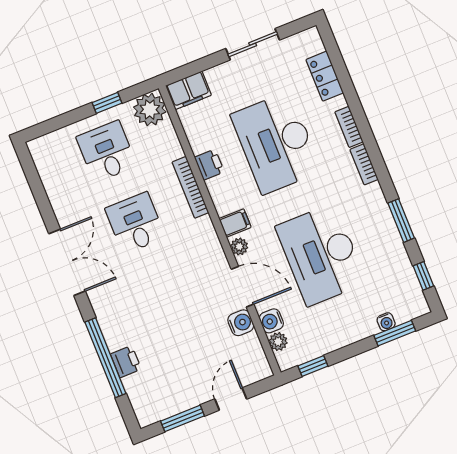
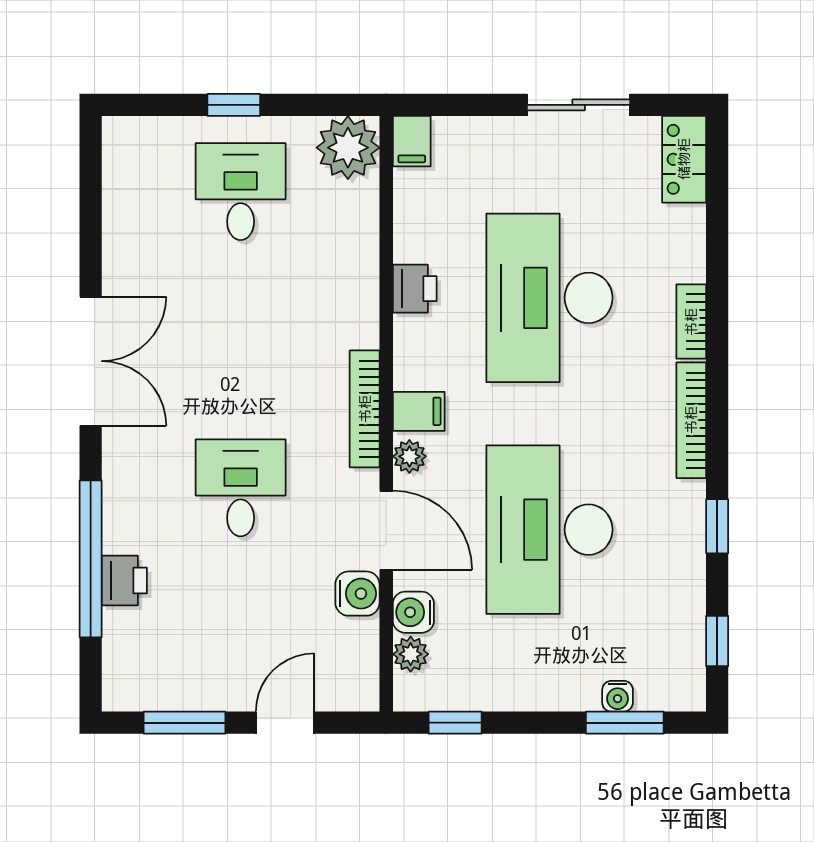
locker: (325, 76) -> (684, 159), moved
filing cabinet: (188, 90) -> (412, 141), width x0.50
window: (107, 103) -> (234, 105), moved
bookcase: (364, 164) -> (691, 420), width x1.56
bookcase: (190, 187) -> (365, 409), moved
window: (401, 221) -> (717, 526), width x0.67
desk: (135, 223) -> (241, 488), moved

